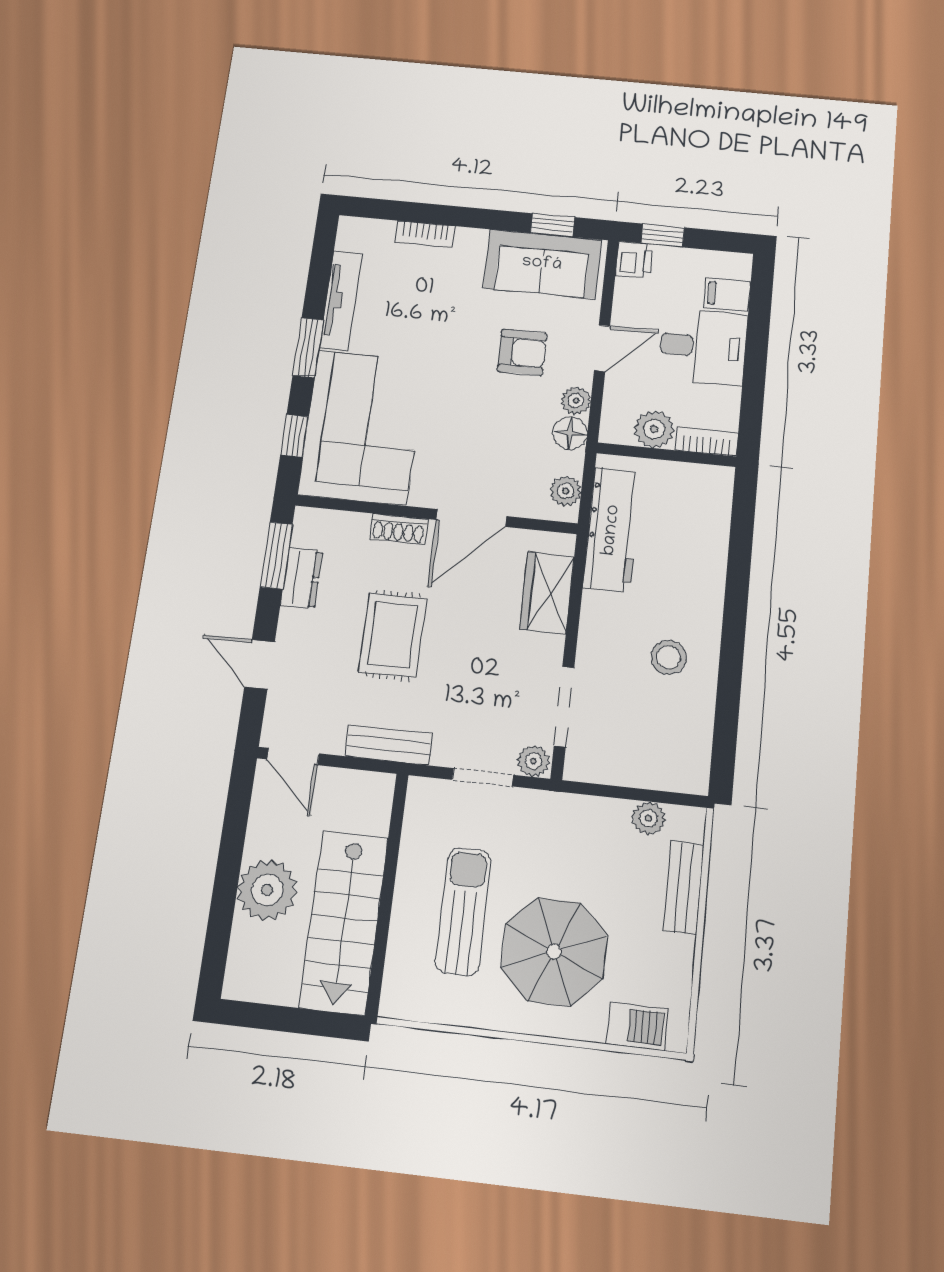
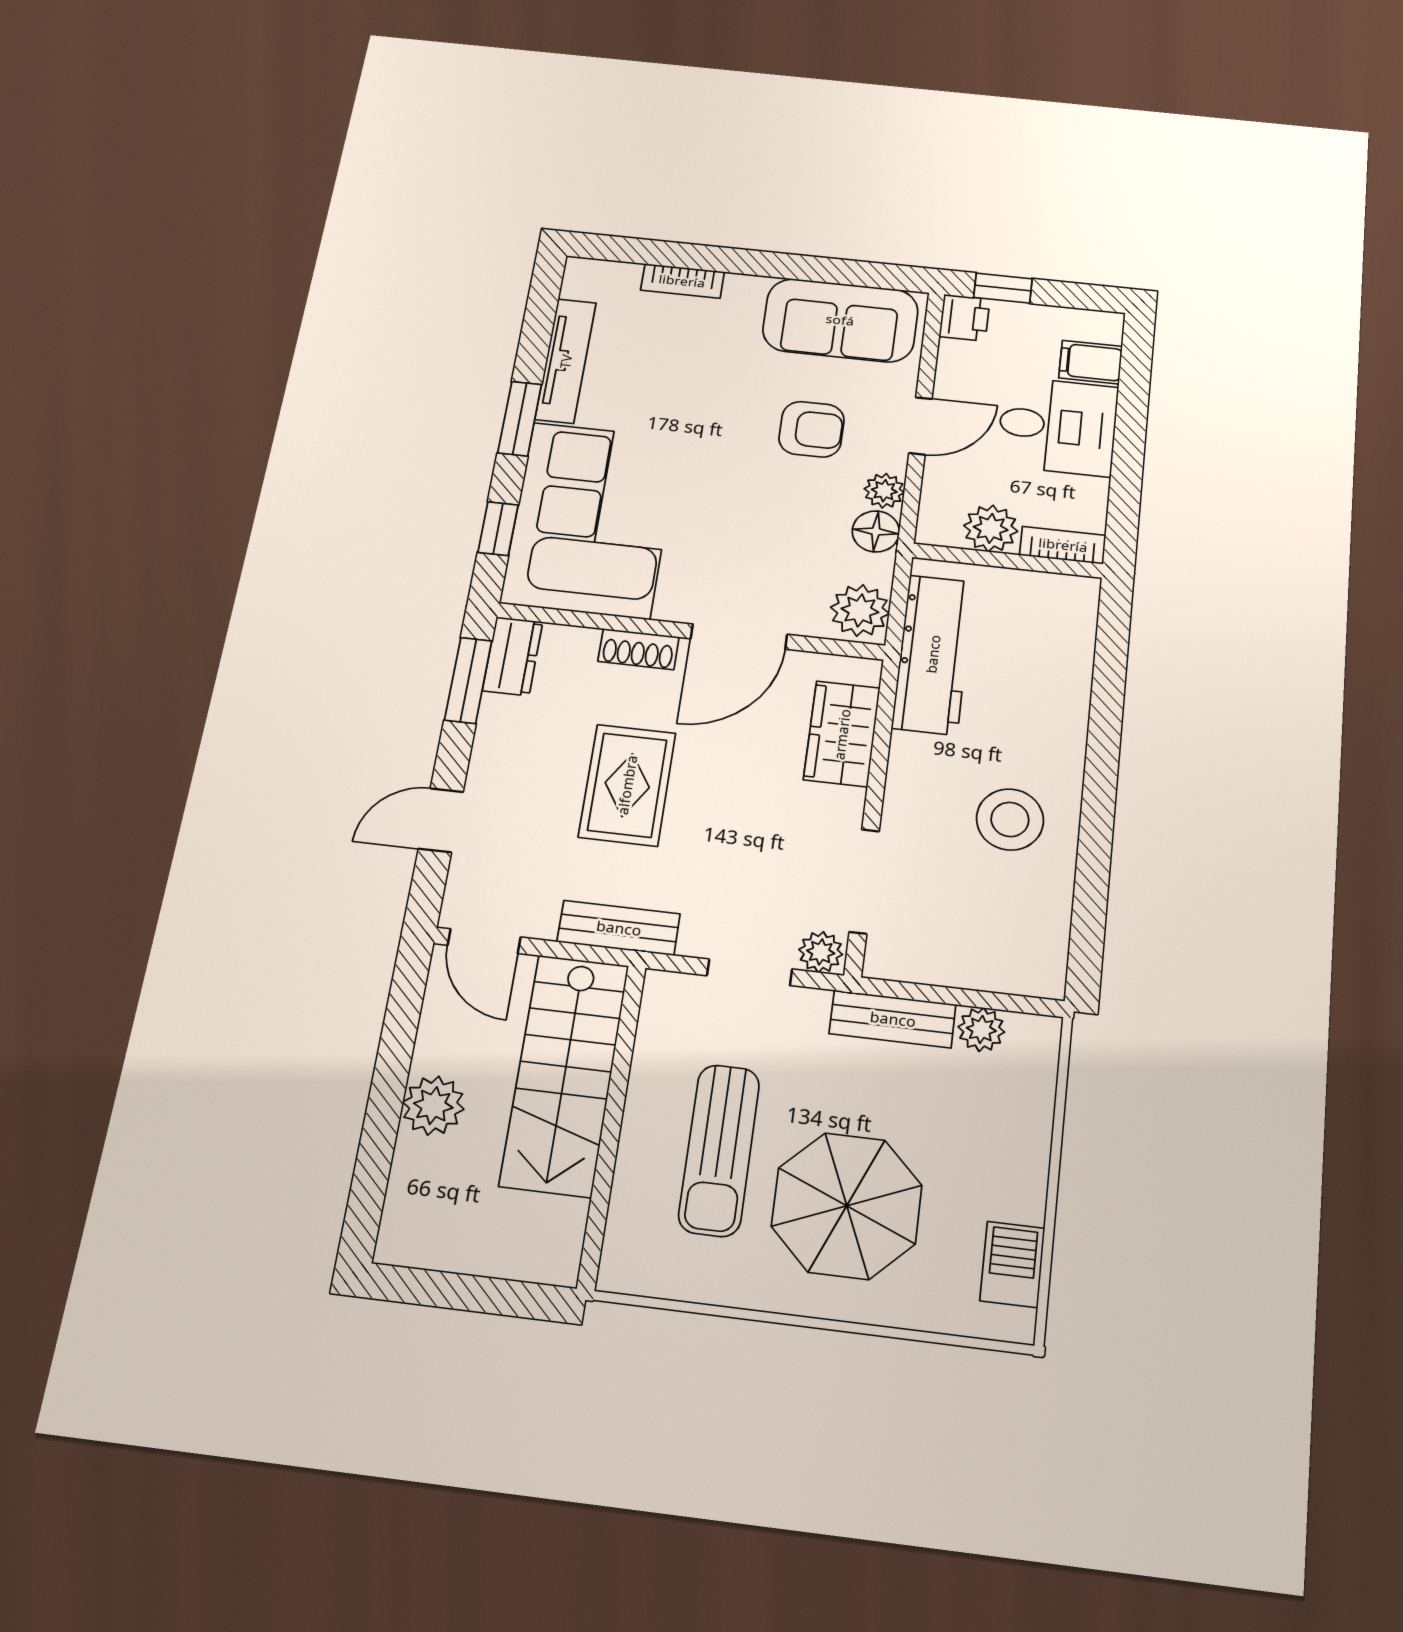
window: (553, 225) -> (855, 273), removed
plant: (565, 491) -> (860, 610), width x1.38, depth x1.38
dresser: (302, 578) -> (513, 656), moved
stool: (669, 657) -> (1010, 819), width x1.38, depth x1.38
door: (260, 664) -> (441, 820), hinge flipped
bench: (683, 888) -> (893, 1019), moved, turned 90
plant: (267, 890) -> (433, 1106), width x0.73, depth x0.73
sun lounger: (463, 911) -> (719, 1150), turned 180
stairs: (344, 922) -> (565, 1074), moved
barbecue: (637, 1026) -> (1012, 1264), moved, turned -90

